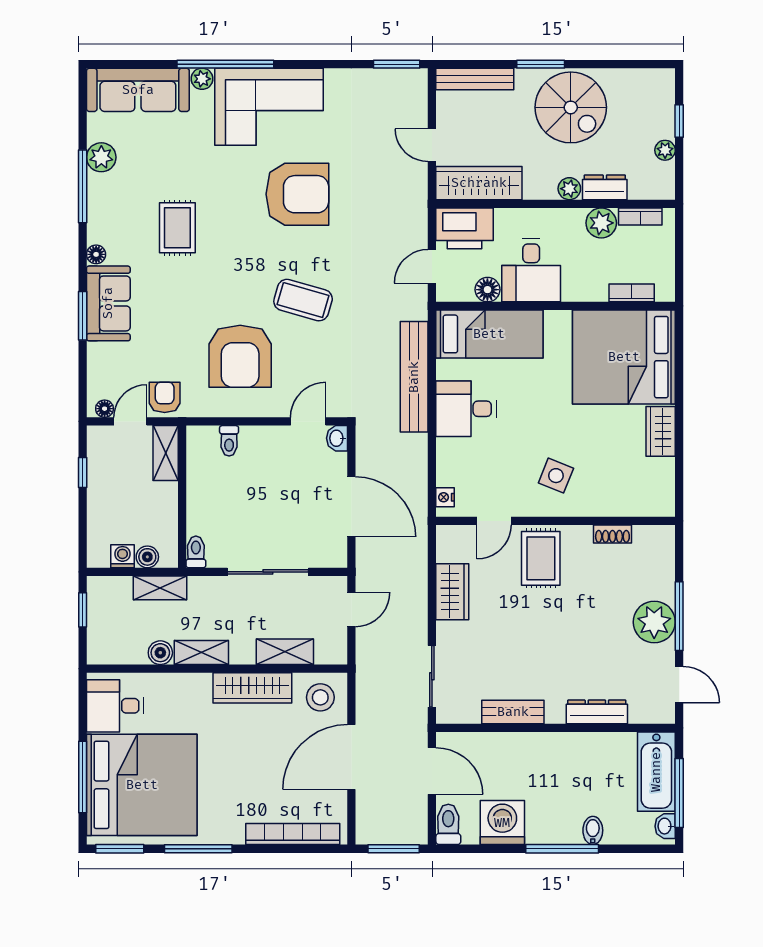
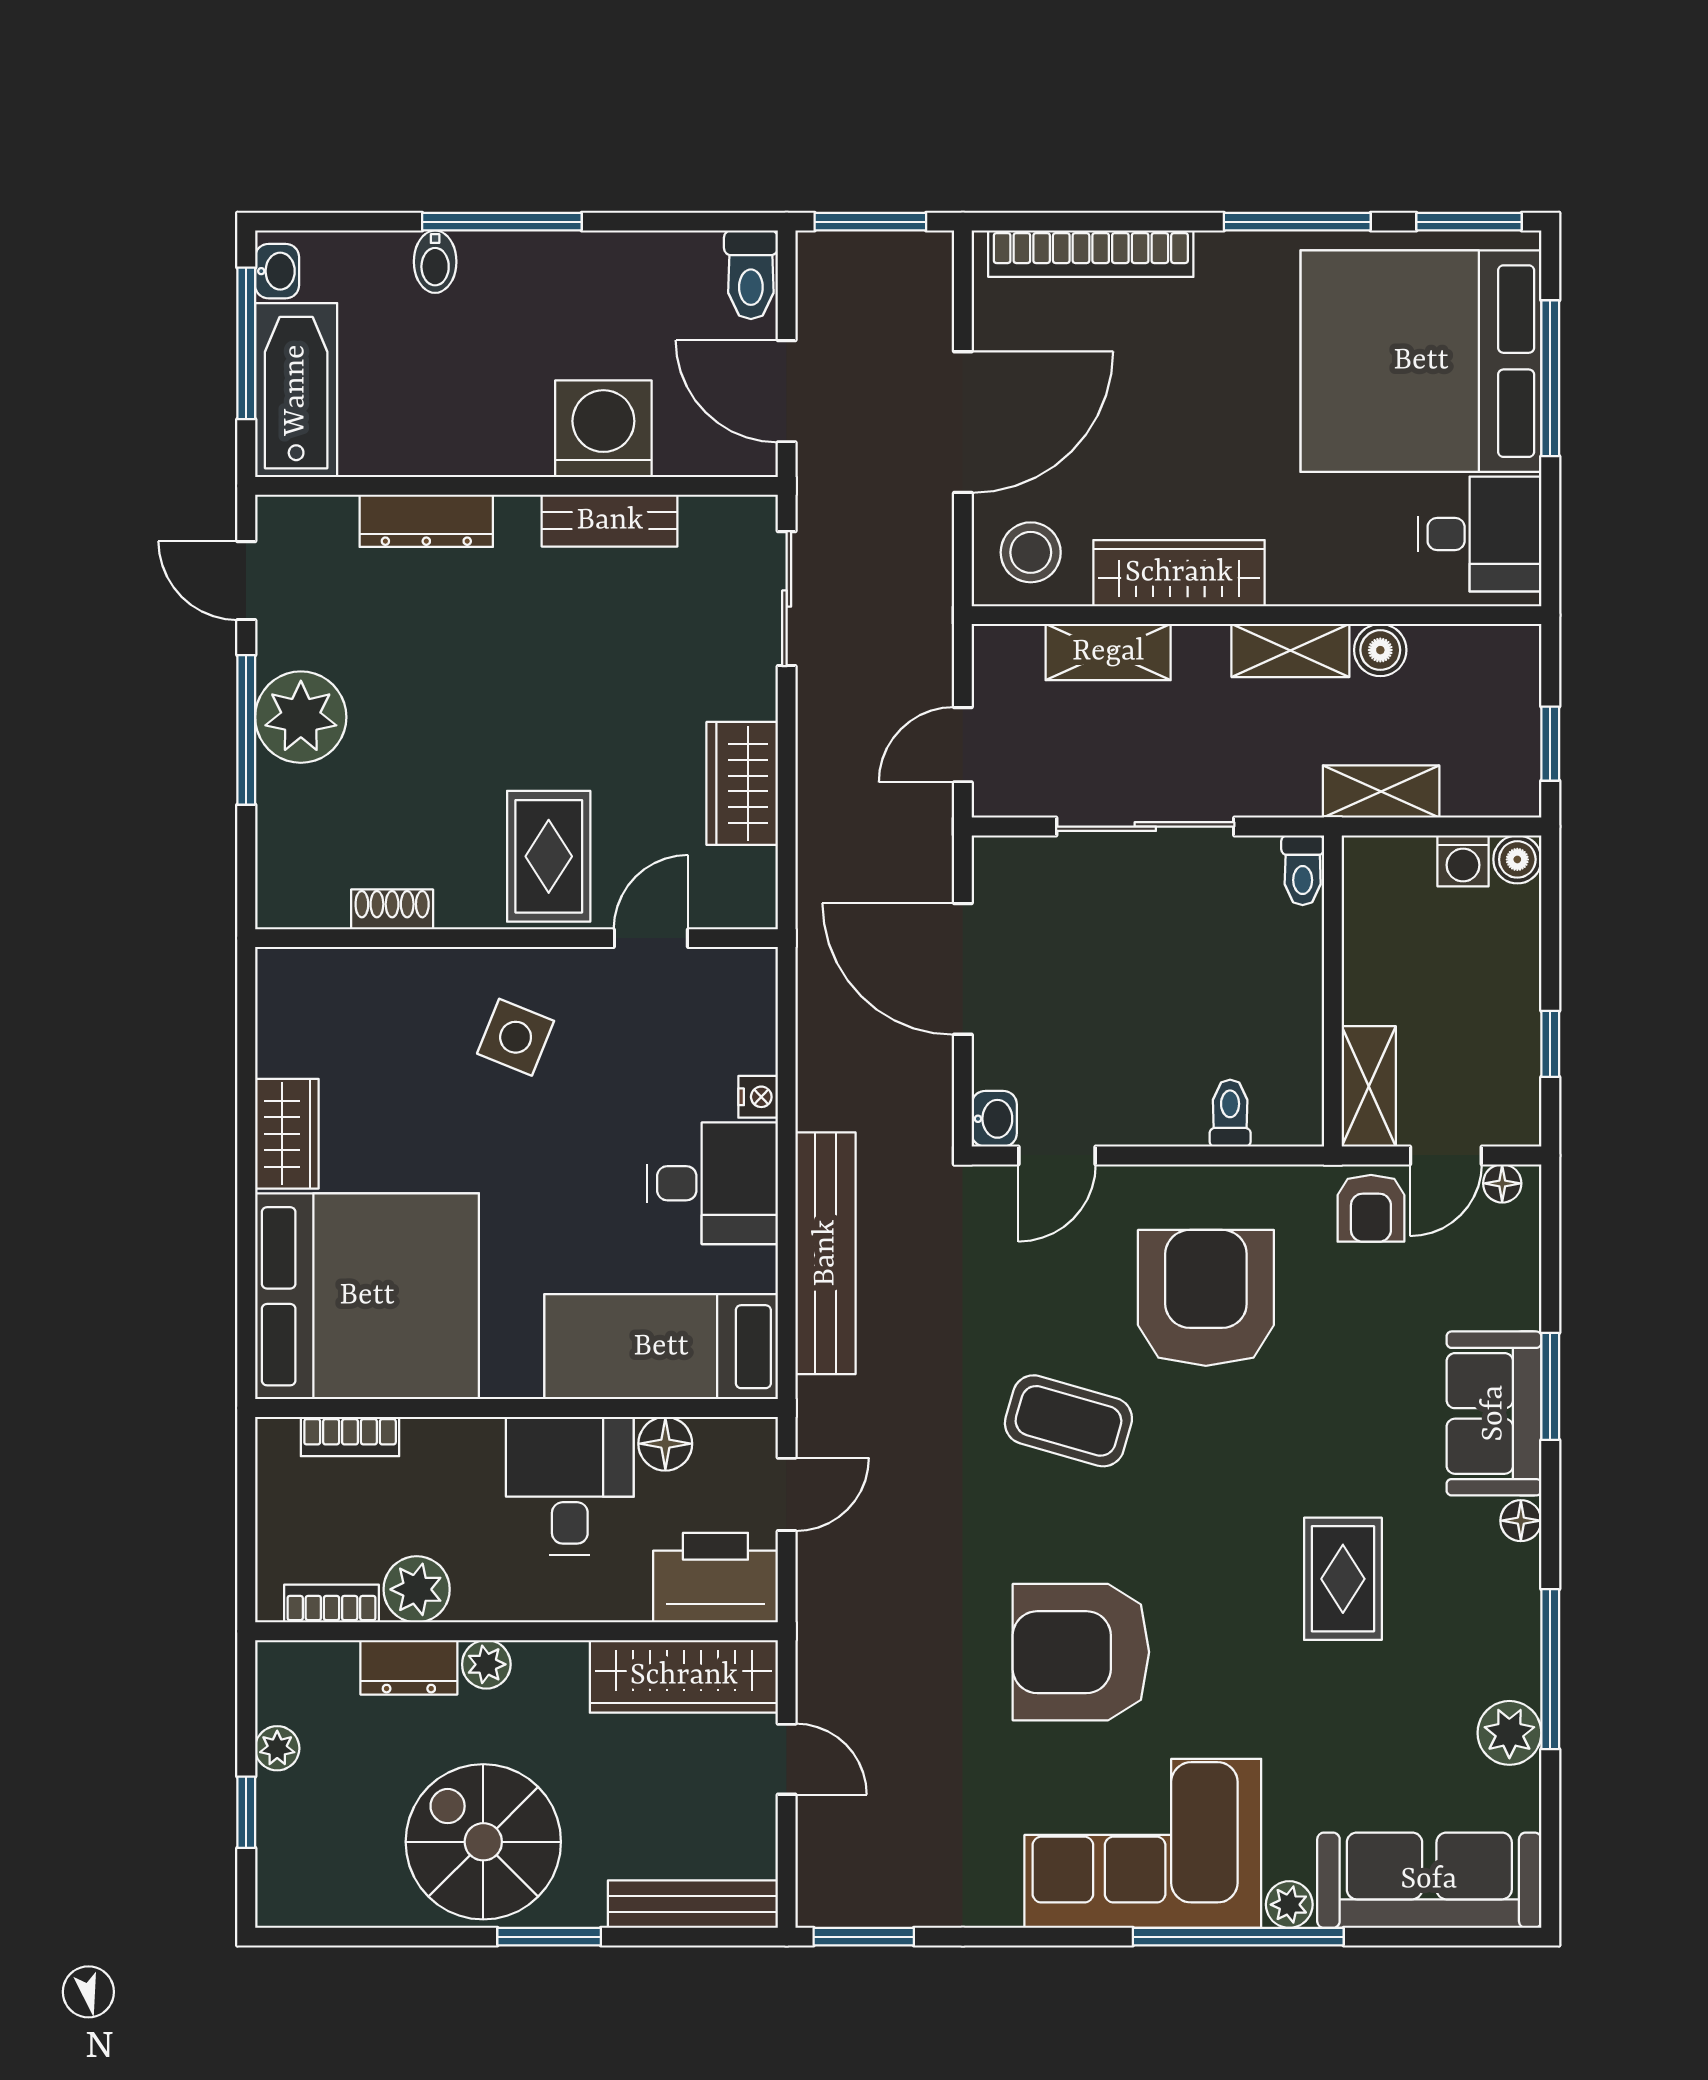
nightstand: (445, 497) -> (758, 1097), moved
boiler: (147, 557) -> (1517, 859), moved
washing machine: (502, 823) -> (603, 429), moved, turned 180

